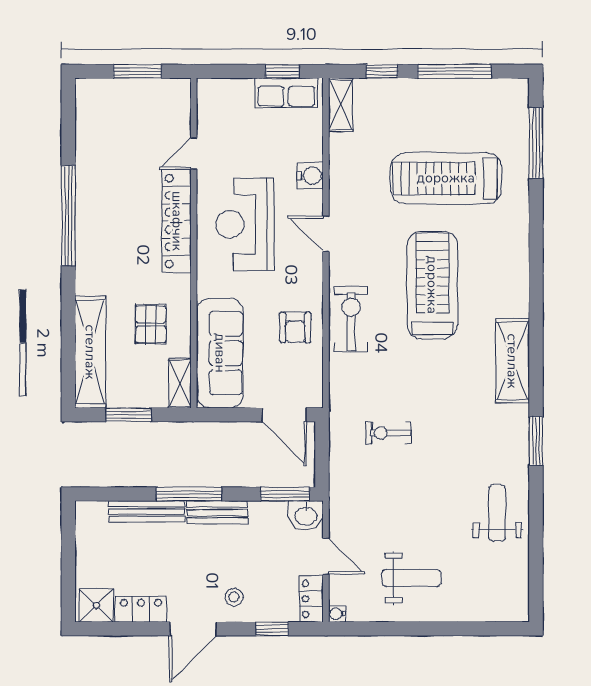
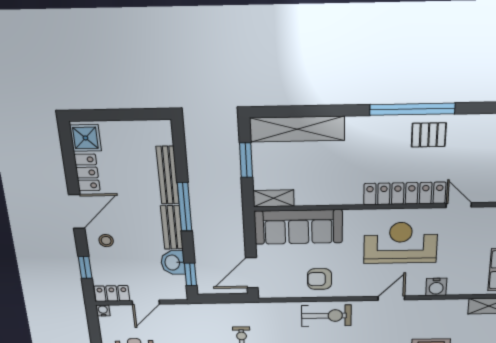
pallet: (151, 324) -> (429, 135), moved
window: (285, 494) -> (191, 274), width x0.67
washbasin: (306, 515) -> (173, 263), moved
door: (193, 629) -> (77, 212), swing flipped

